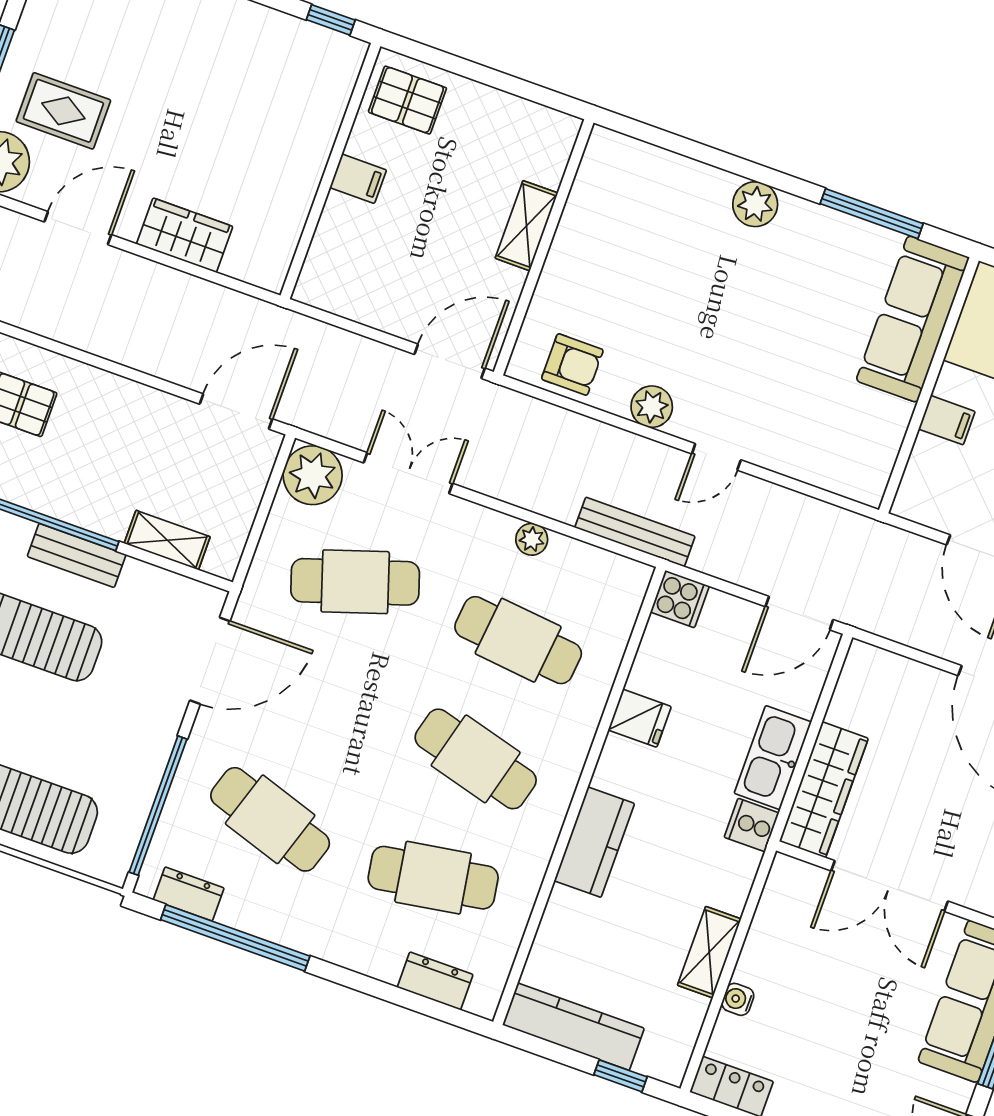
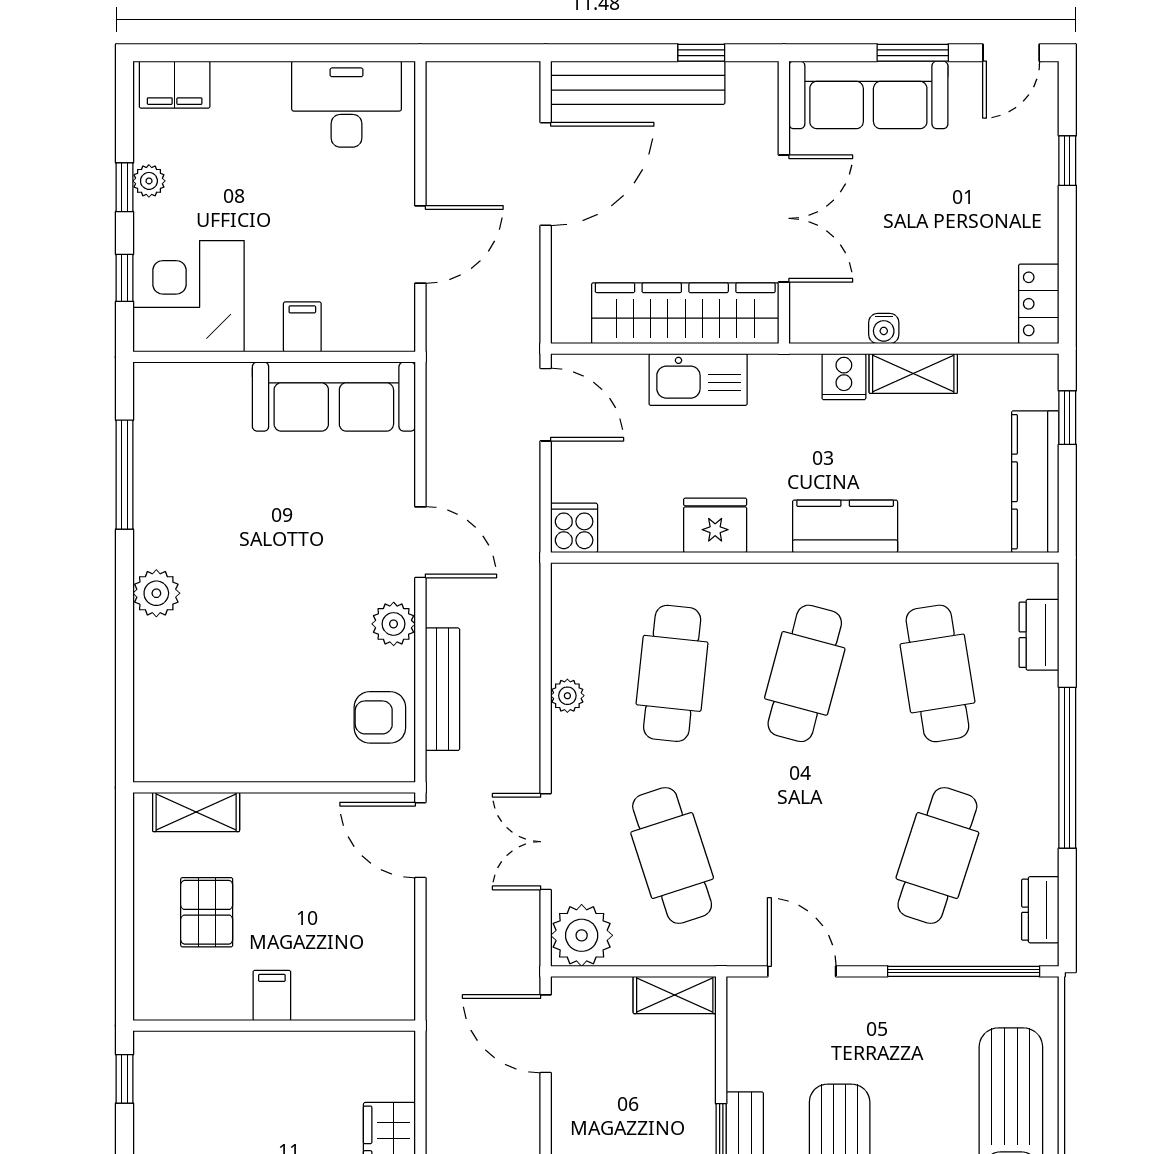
pallet: (407, 100) -> (207, 912), moved
shelving: (527, 226) -> (196, 812), moved
sofa: (913, 319) -> (334, 397), moved
armchair: (572, 364) -> (380, 717), turned -90
door: (716, 457) -> (420, 542), width x1.38
bench: (635, 532) -> (442, 689), moved
shelving: (167, 540) -> (675, 995), moved, turned 90
door: (210, 661) -> (802, 971), width x0.73
fridge: (640, 718) -> (715, 525), width x1.38
wardrobe: (824, 790) -> (685, 313), width x1.40, depth x1.17
cooker: (752, 825) -> (844, 377), moved
window: (235, 938) -> (1067, 768), moved
water cooler: (738, 999) -> (884, 329), moved

